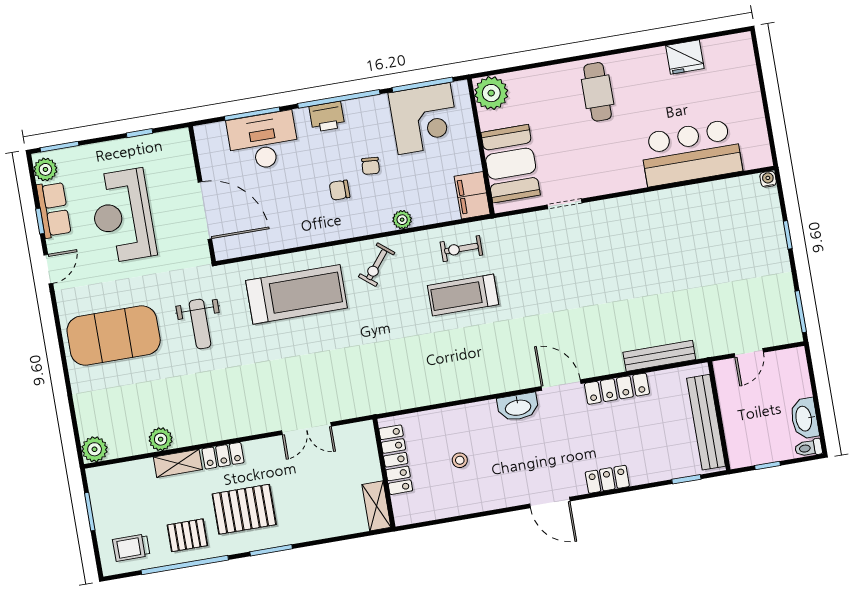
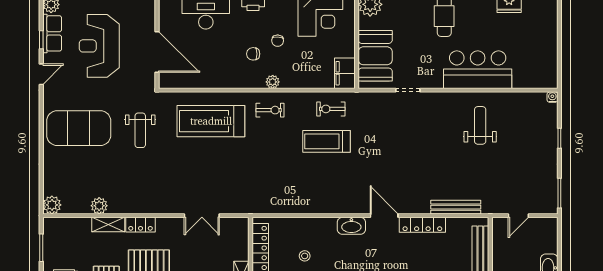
bar counter: (691, 153) -> (478, 70), moved
plant: (402, 220) -> (273, 82), moved
weight bench: (674, 236) -> (480, 125), added
exercise bike: (377, 265) -> (270, 110), turned -129
treadmill: (296, 294) -> (211, 121), turned 180

